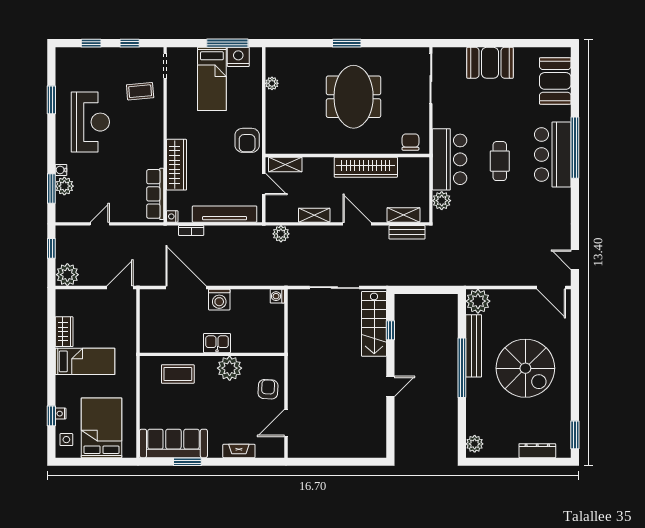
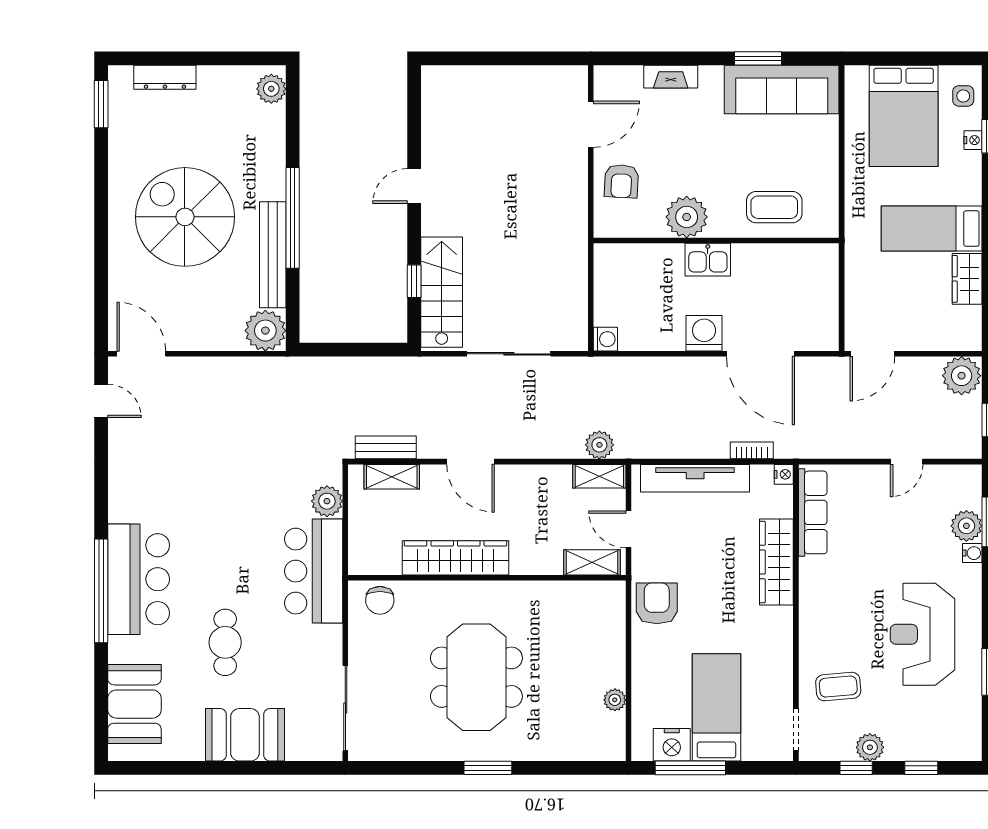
plant: (121, 55) -> (870, 747), added
cafe table: (500, 161) -> (225, 642), moved
shelving: (314, 215) -> (599, 476), moved

